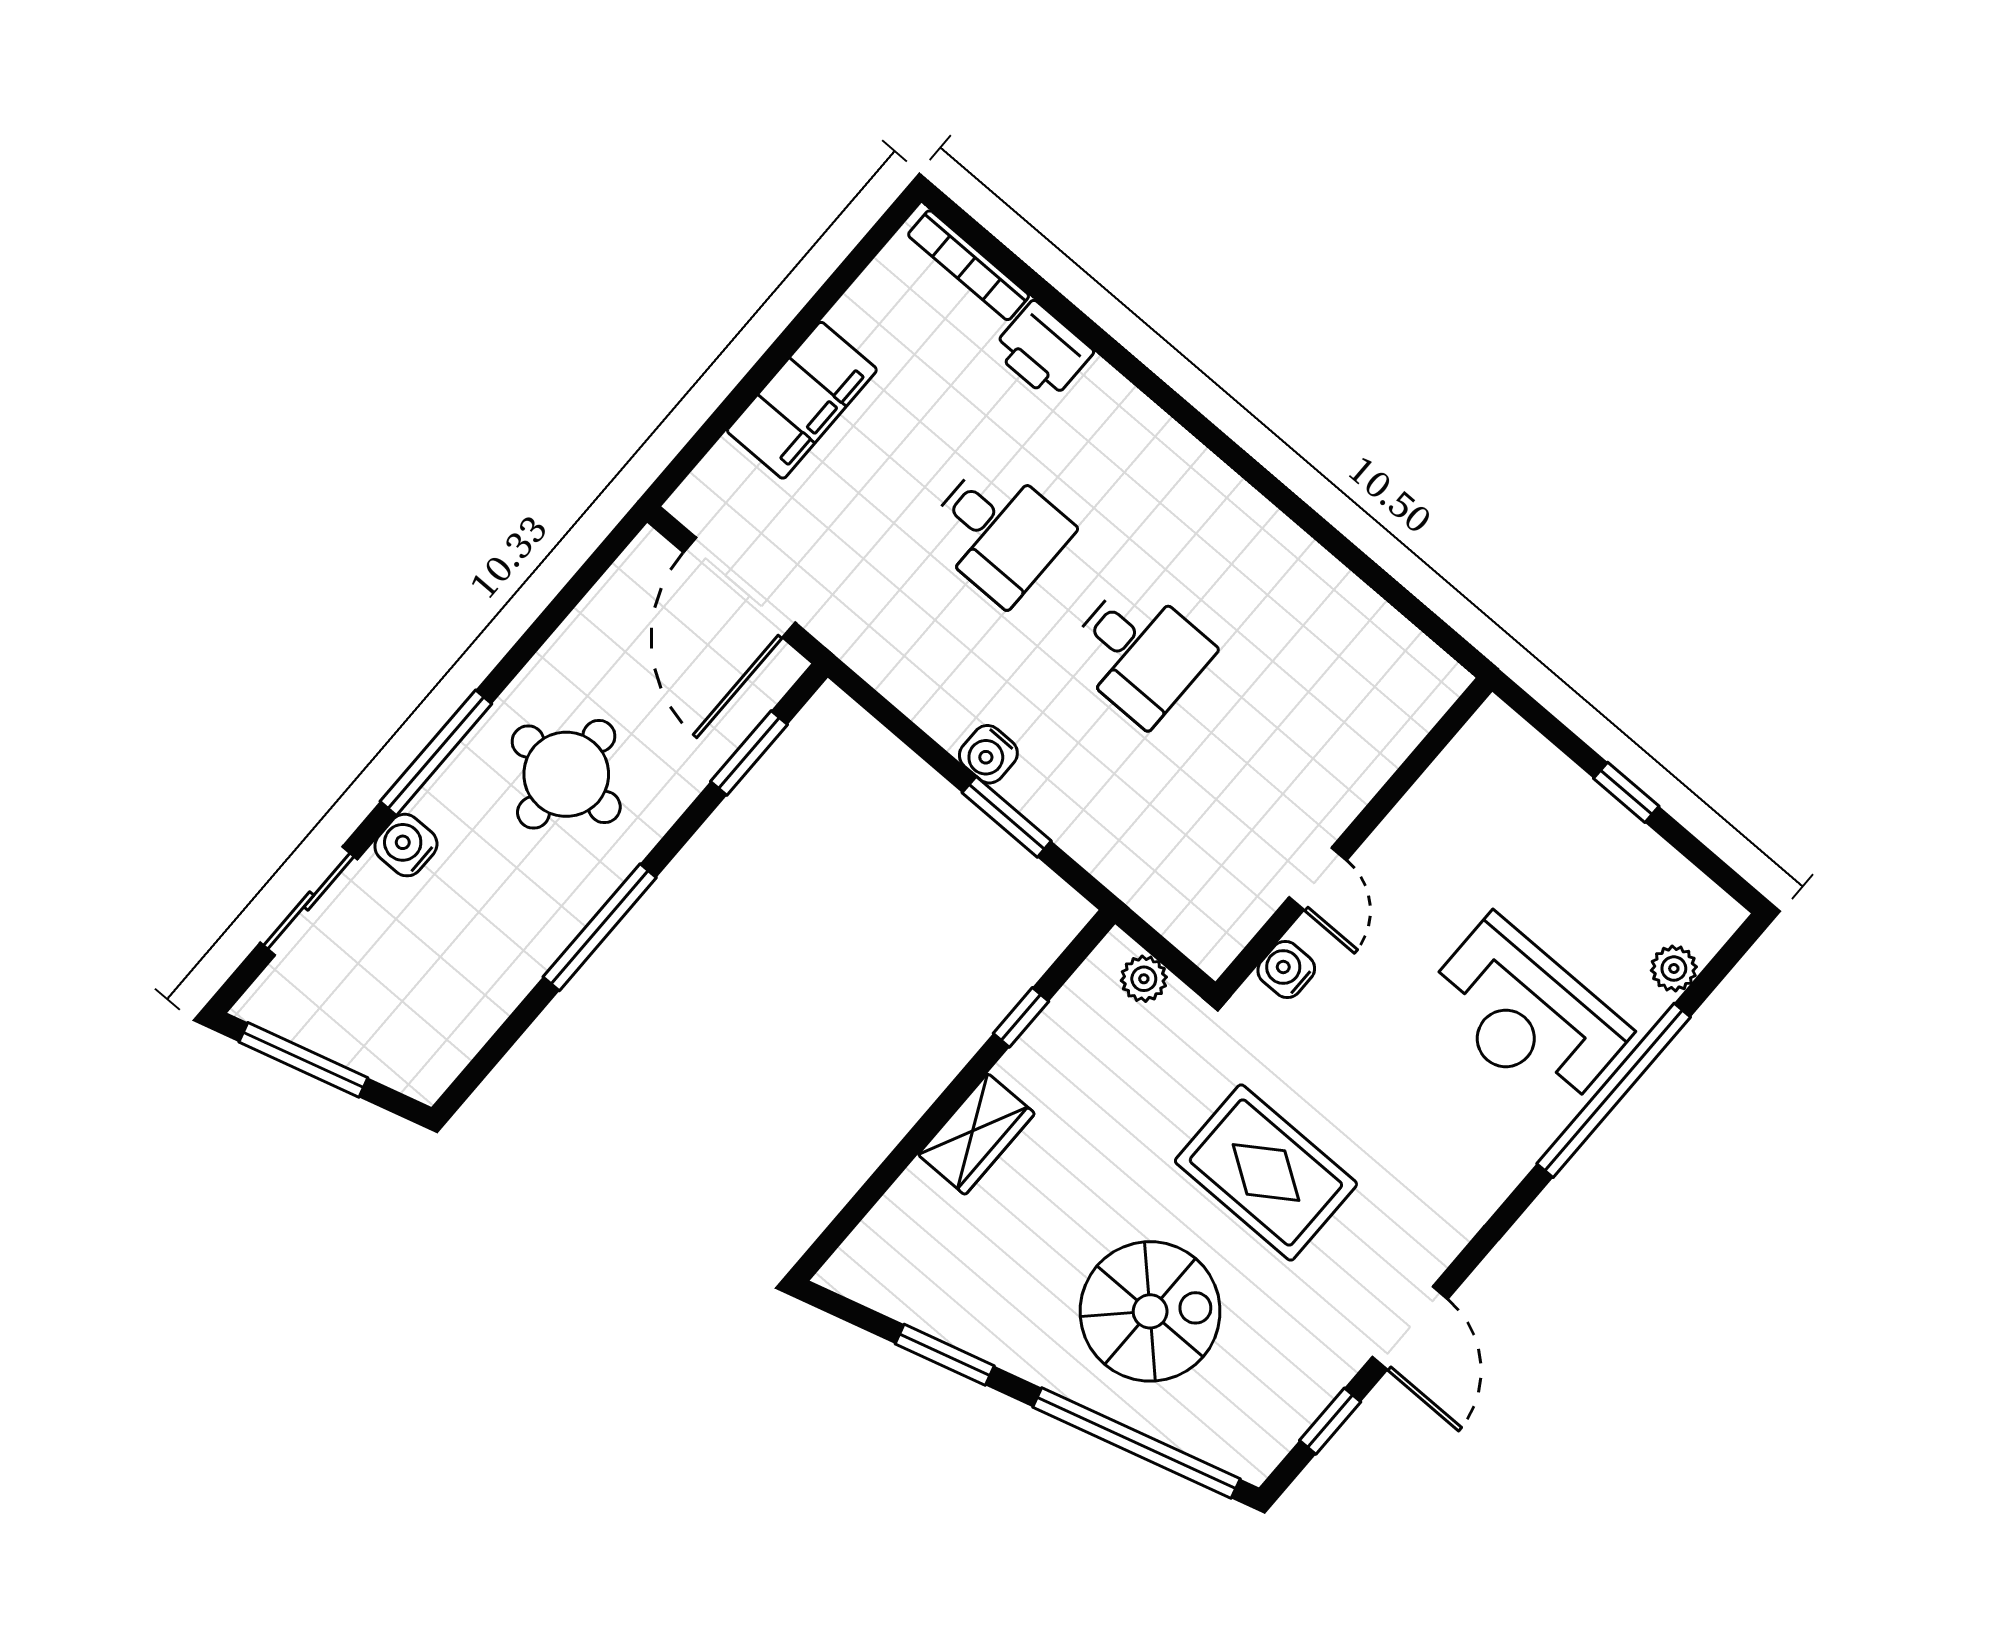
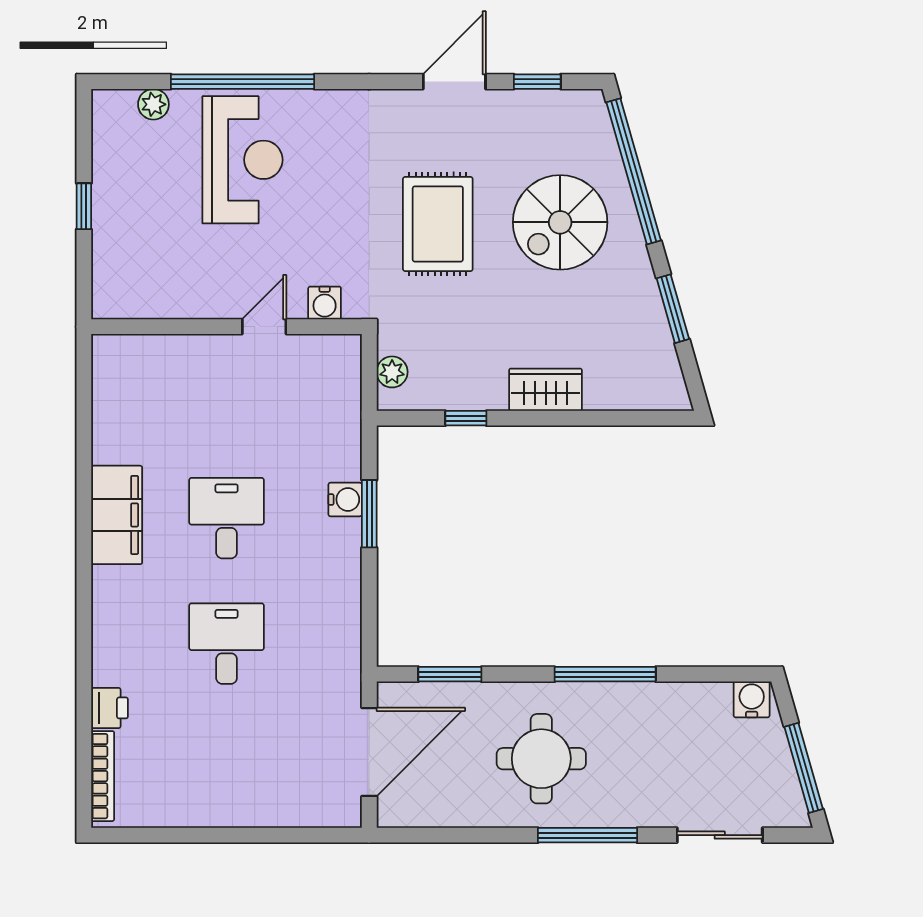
printer: (1042, 350) -> (110, 708), width x0.73, depth x0.81
filing cabinet: (802, 400) -> (117, 515), moved, turned 90
water cooler: (988, 754) -> (345, 499), moved
water cooler: (406, 845) -> (752, 699), moved, turned 180
spiral stairs: (1150, 1311) -> (560, 222), turned -90

